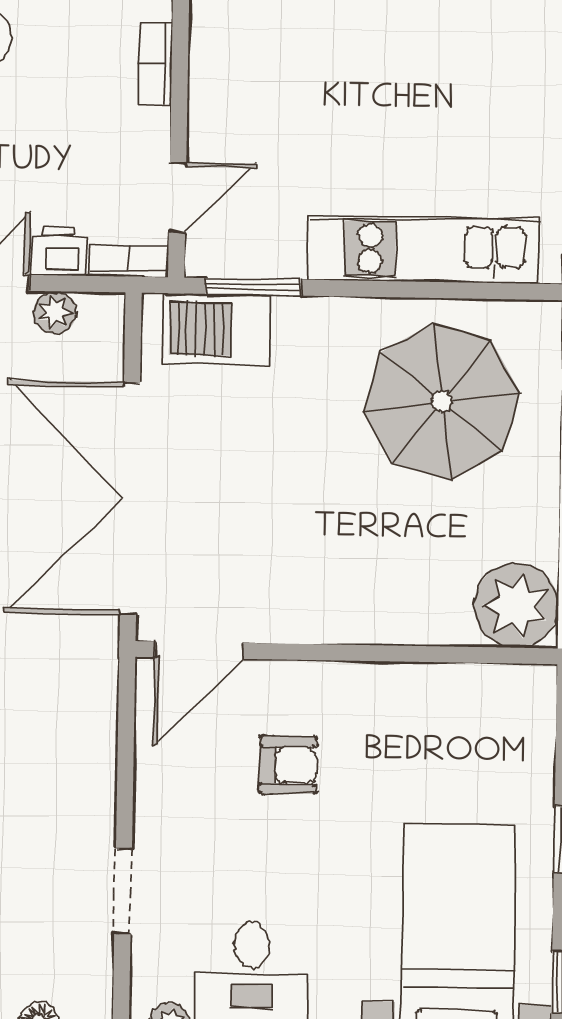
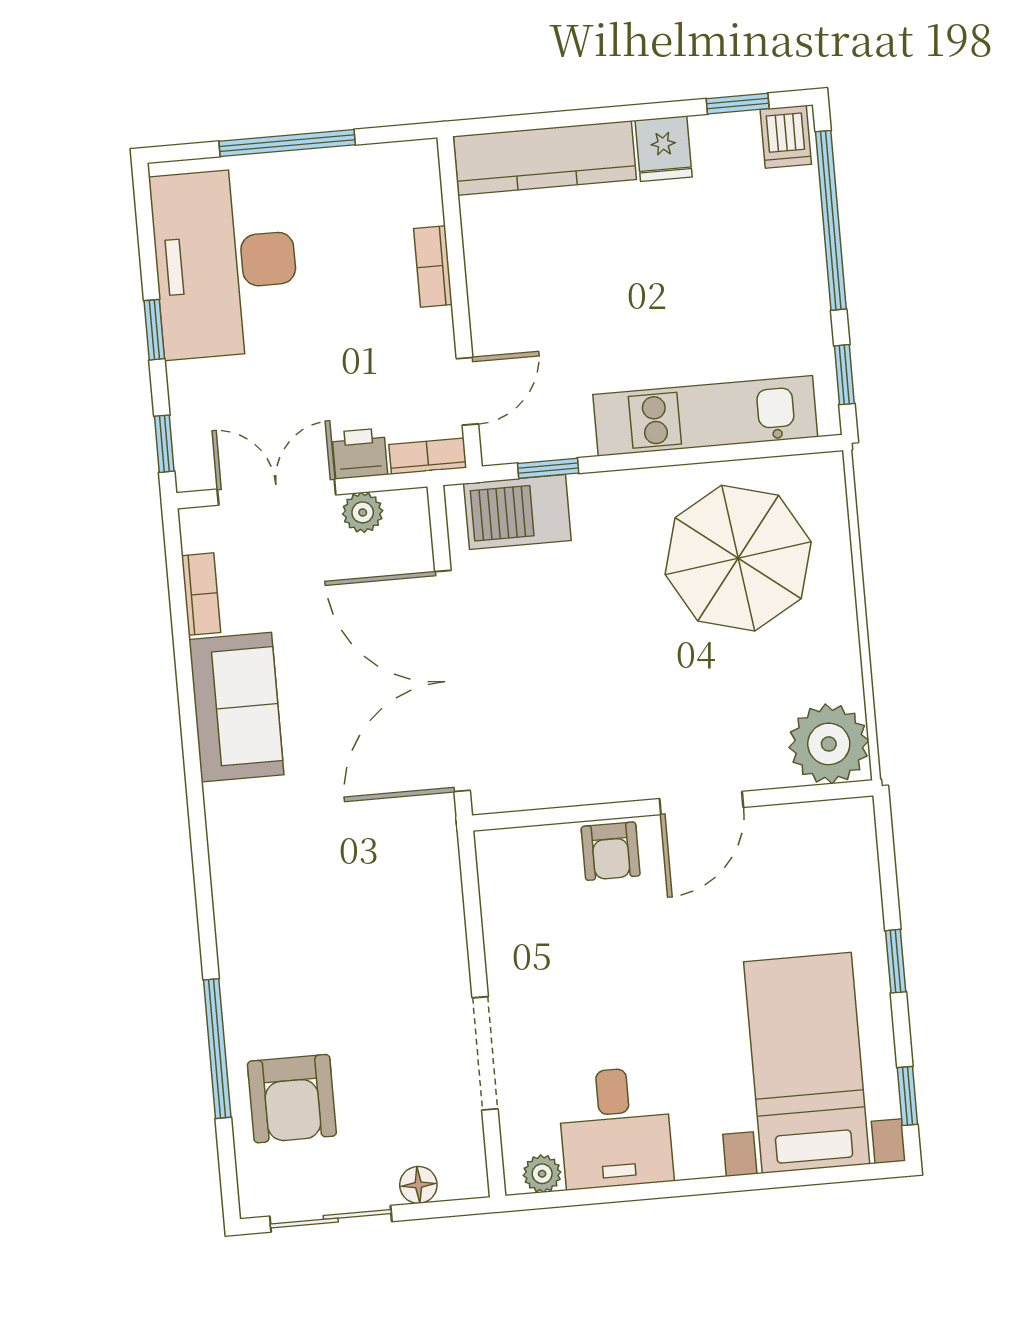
window: (253, 287) -> (548, 468), width x0.67
door: (199, 650) -> (701, 803), moved
armchair: (288, 765) -> (611, 851), moved, turned 90
doorway: (123, 891) -> (485, 1053), width x1.38

